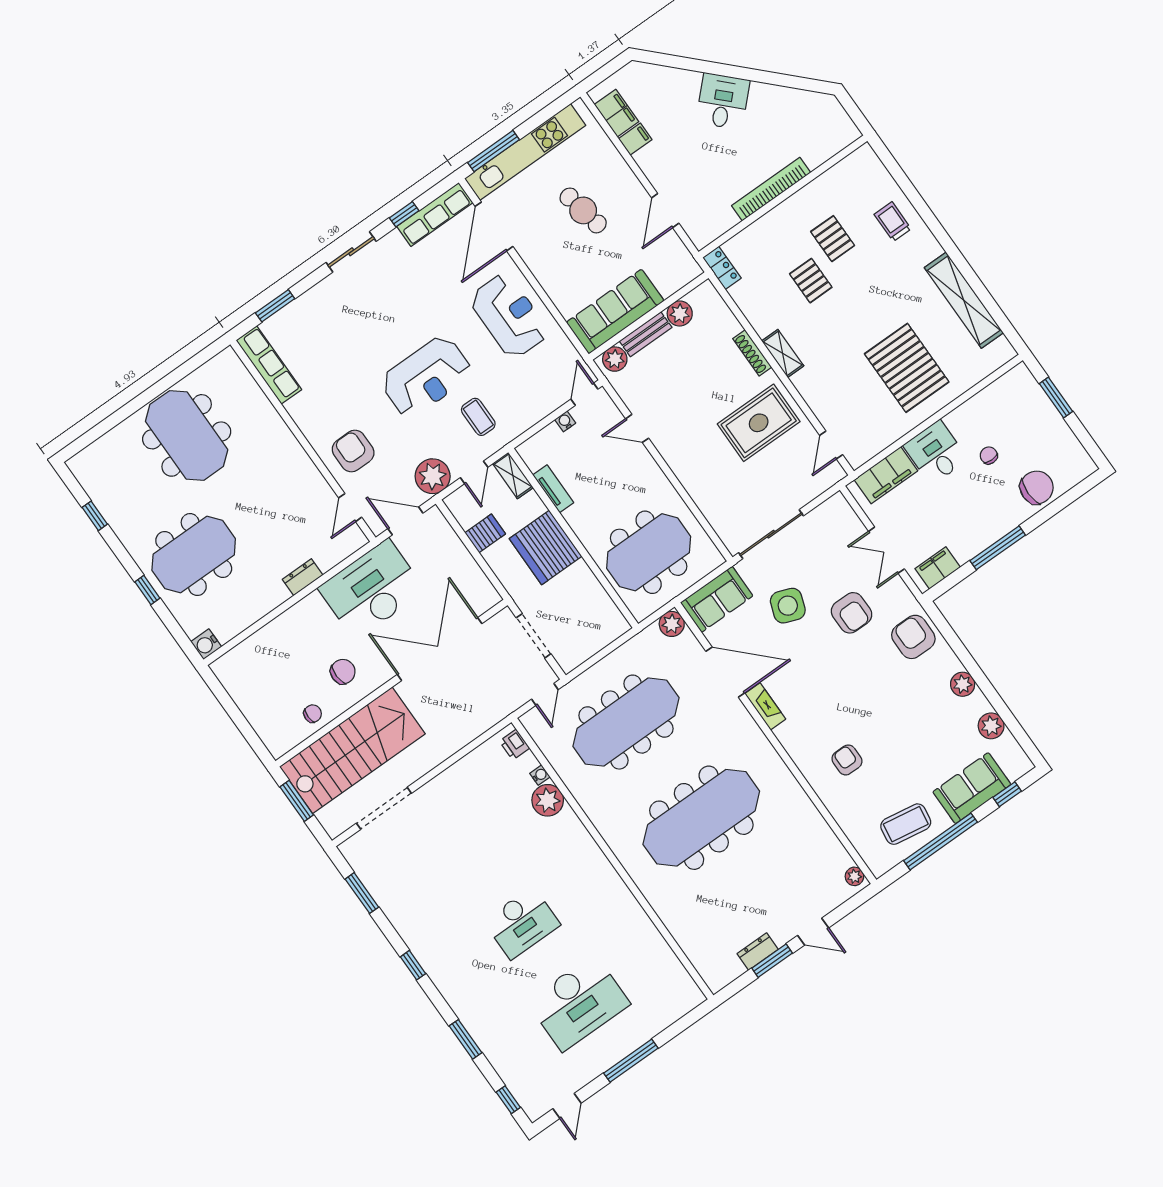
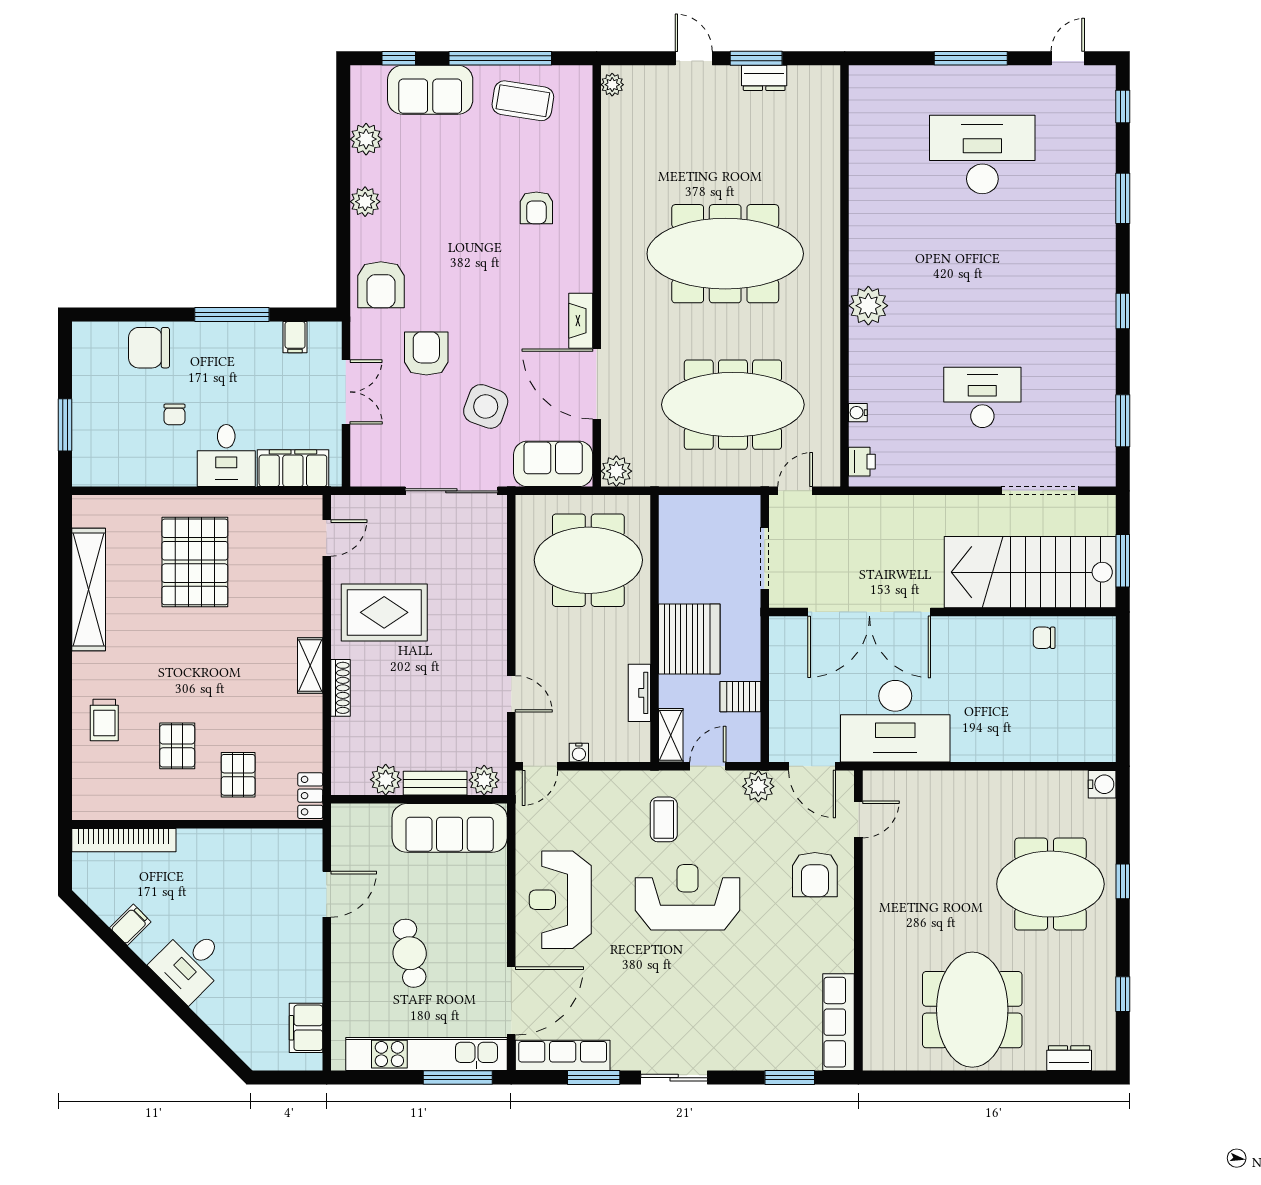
filing cabinet: (635, 139) -> (130, 925), moved, turned 135
bookcase: (771, 189) -> (124, 840), moved
window: (404, 214) -> (594, 1078), width x1.50
pallet: (811, 281) -> (238, 775), moved
plant: (433, 476) -> (758, 786), width x0.73, depth x0.73
filing cabinet: (938, 568) -> (295, 337), width x0.50
dresser: (303, 577) -> (1069, 1058), moved, turned 180
chair: (343, 672) -> (983, 659), removed
plant: (548, 800) -> (868, 306), moved
desk: (522, 923) -> (982, 397), moved

